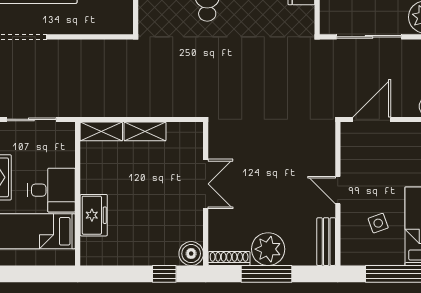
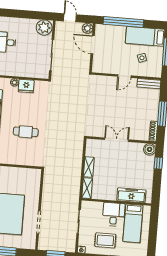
door: (372, 119) -> (93, 45), moved
freezer: (94, 215) -> (131, 195), width x1.40
plant: (268, 249) -> (150, 112), removed

